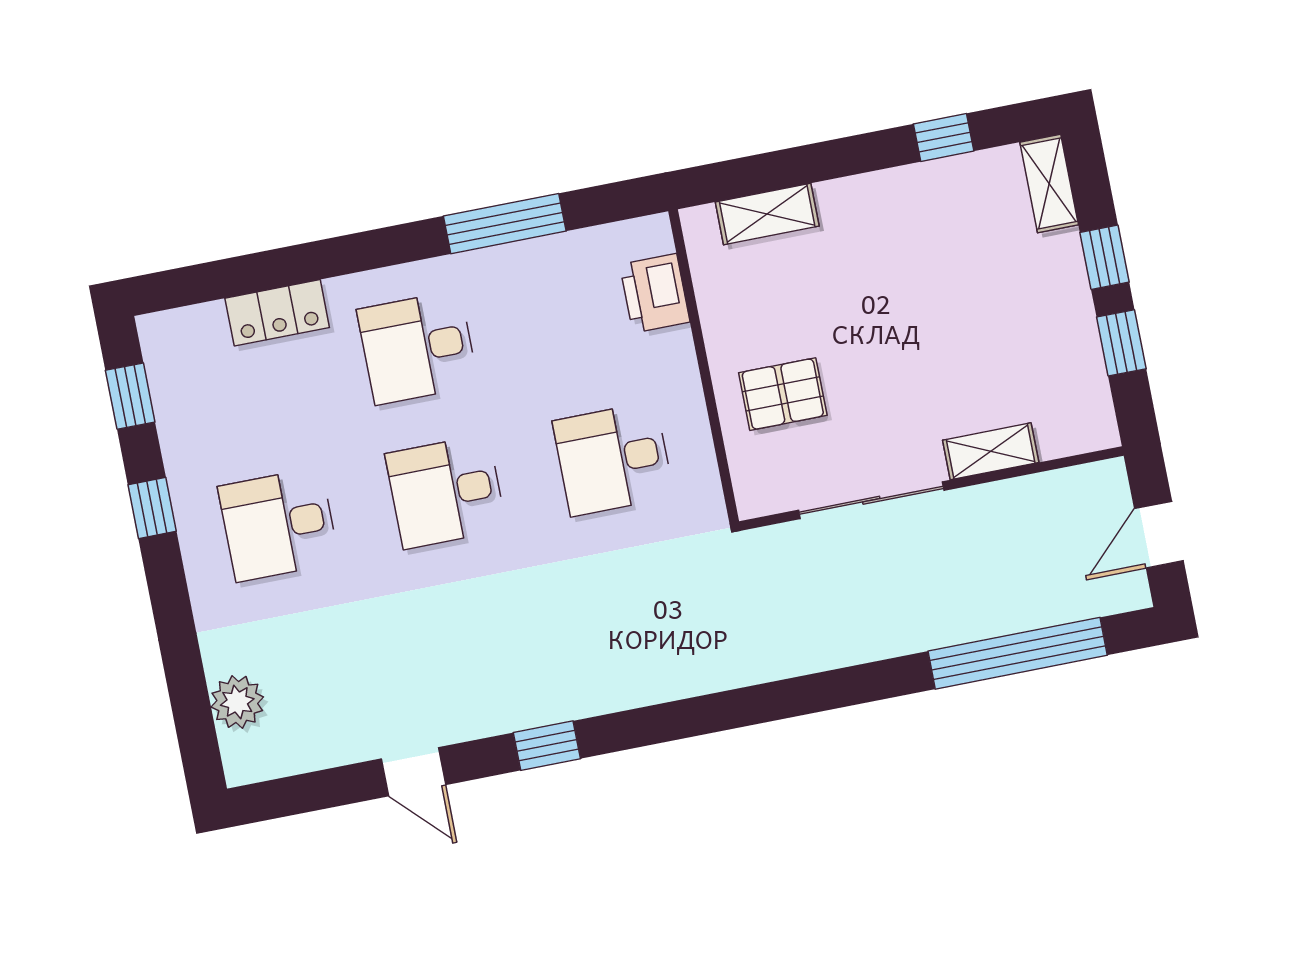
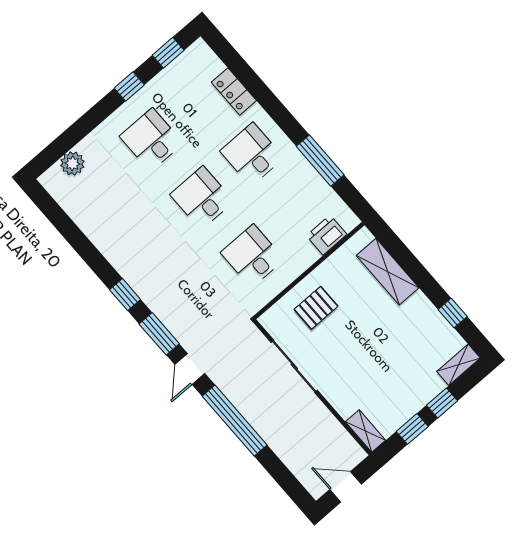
shelving: (767, 214) -> (388, 272), width x1.50, depth x1.33
pallet: (783, 394) -> (316, 308), turned 90
shelving: (991, 451) -> (365, 431), moved
window: (1018, 653) -> (235, 421), moved
window: (660, 723) -> (159, 334), added
door: (413, 772) -> (190, 369), moved

